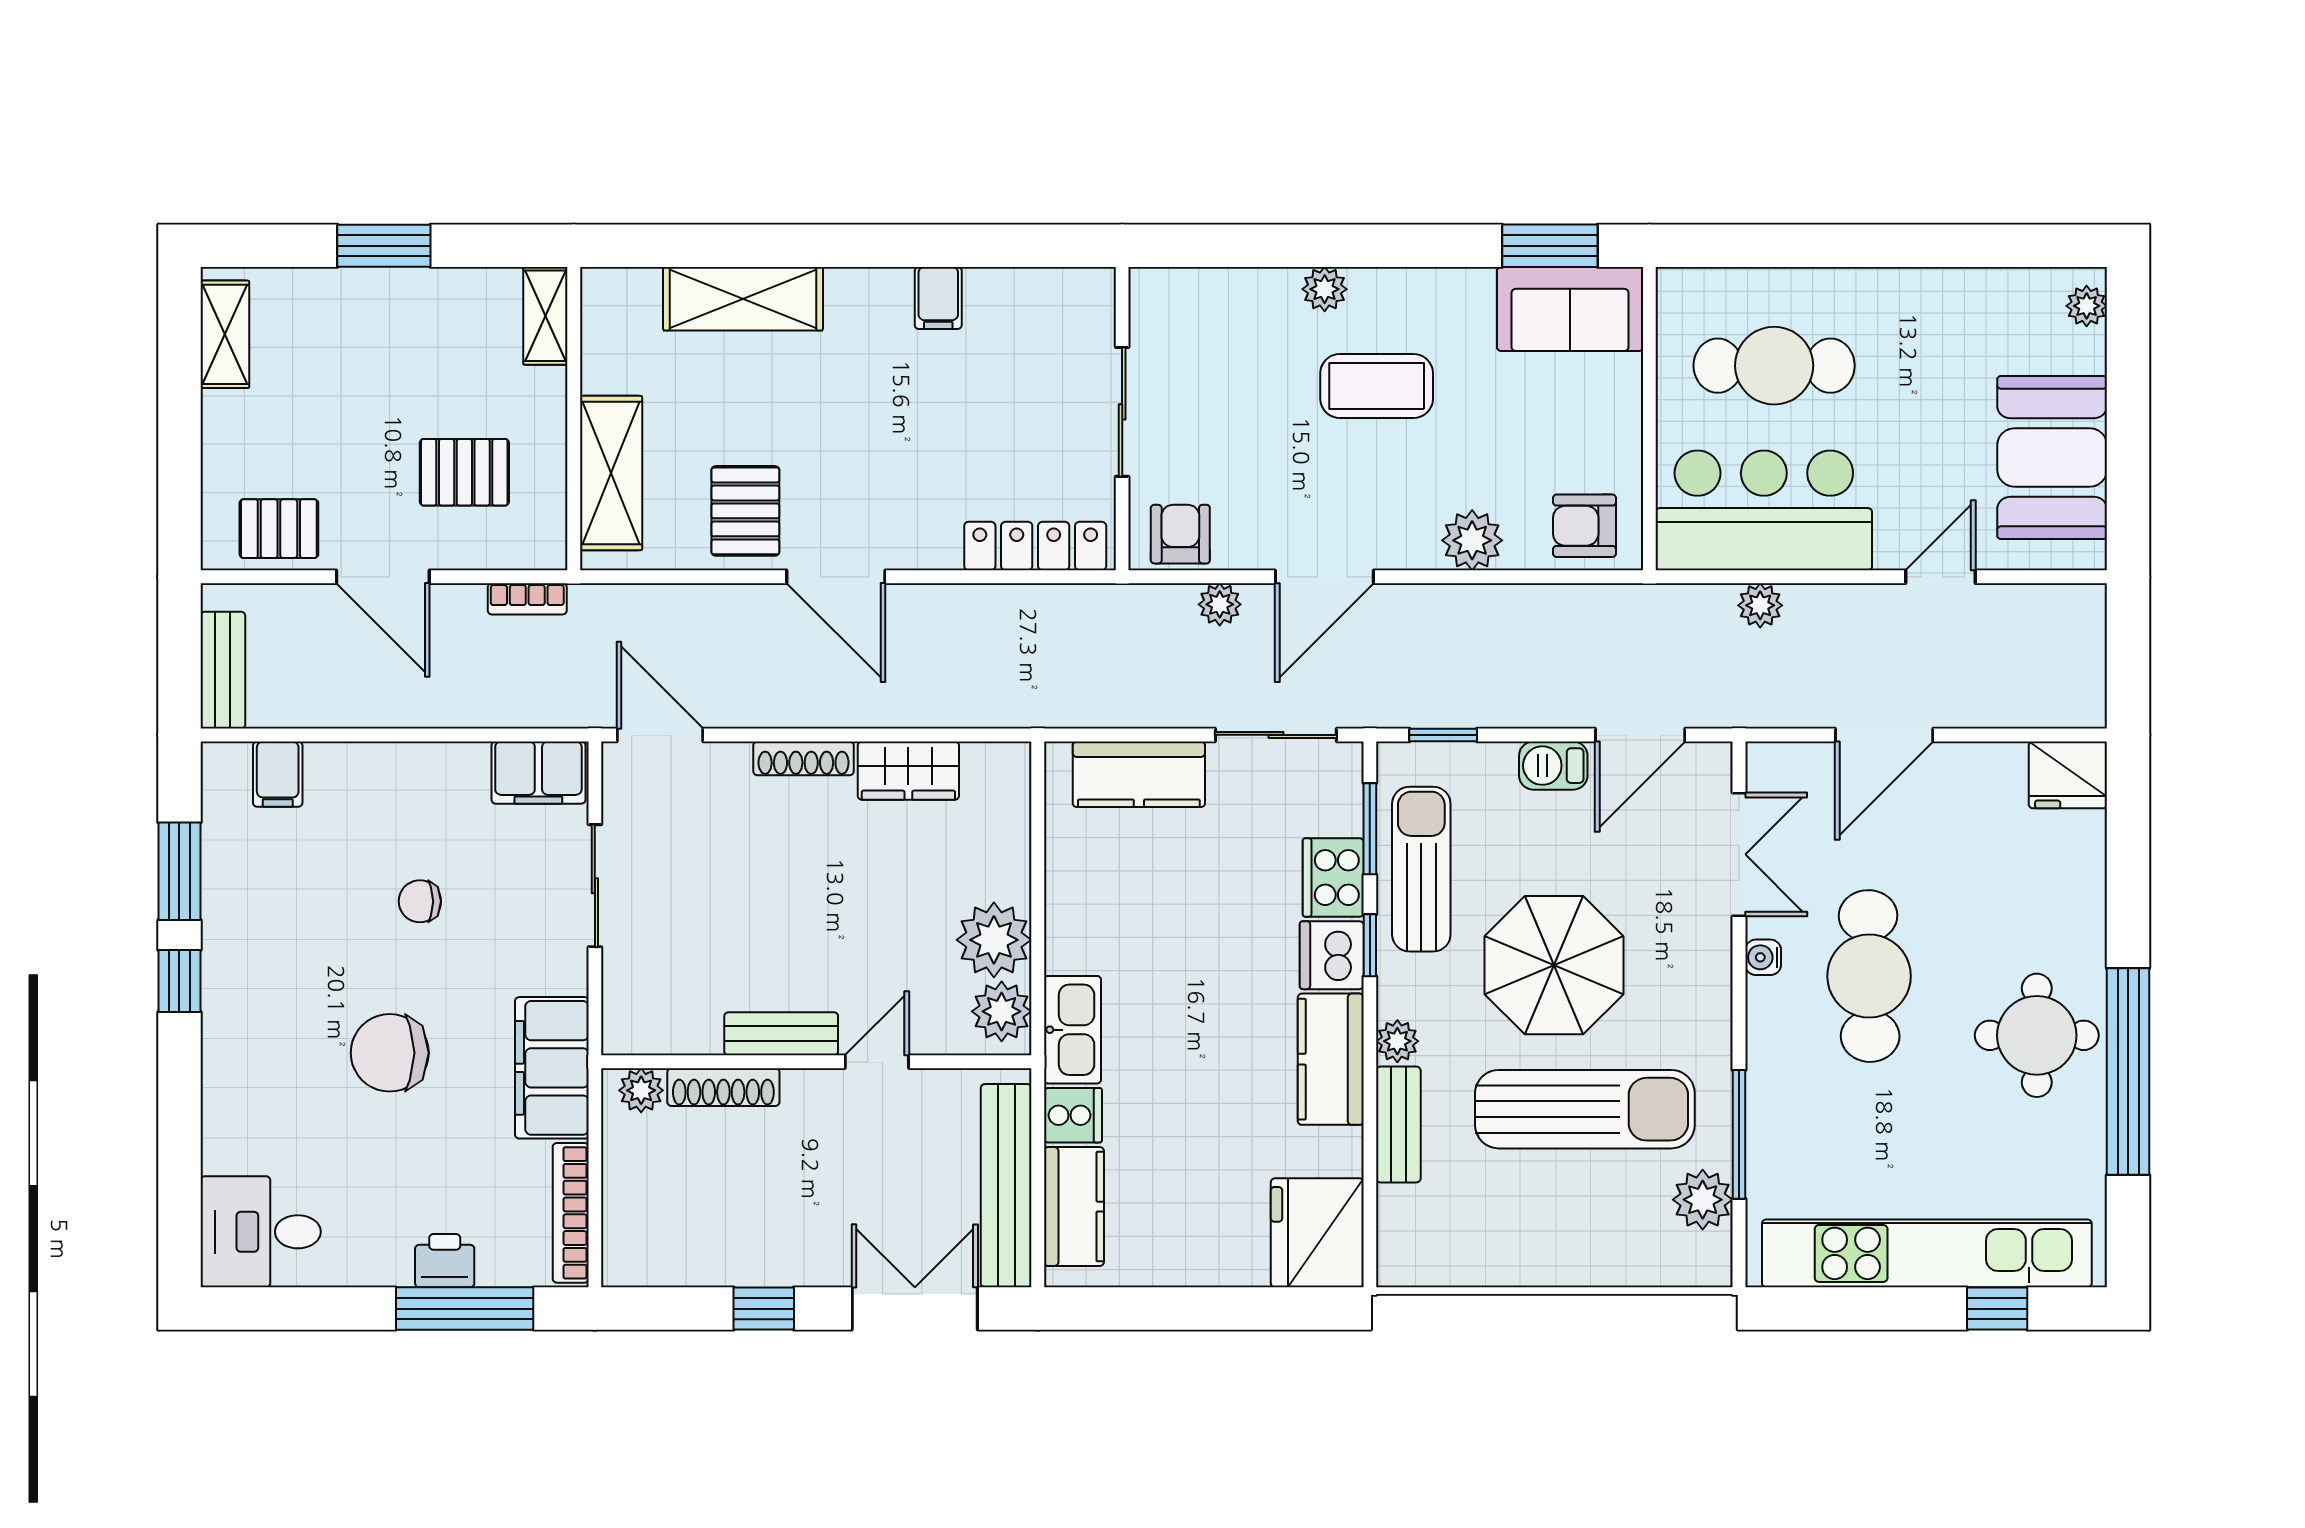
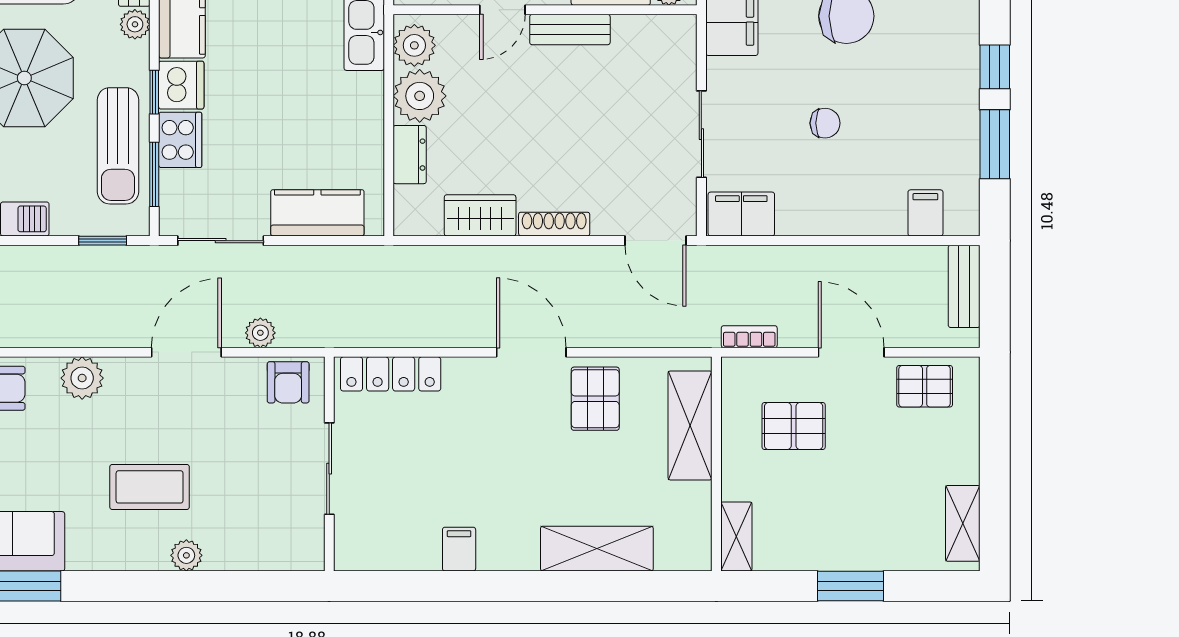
dresser: (1008, 857) -> (410, 155), added

